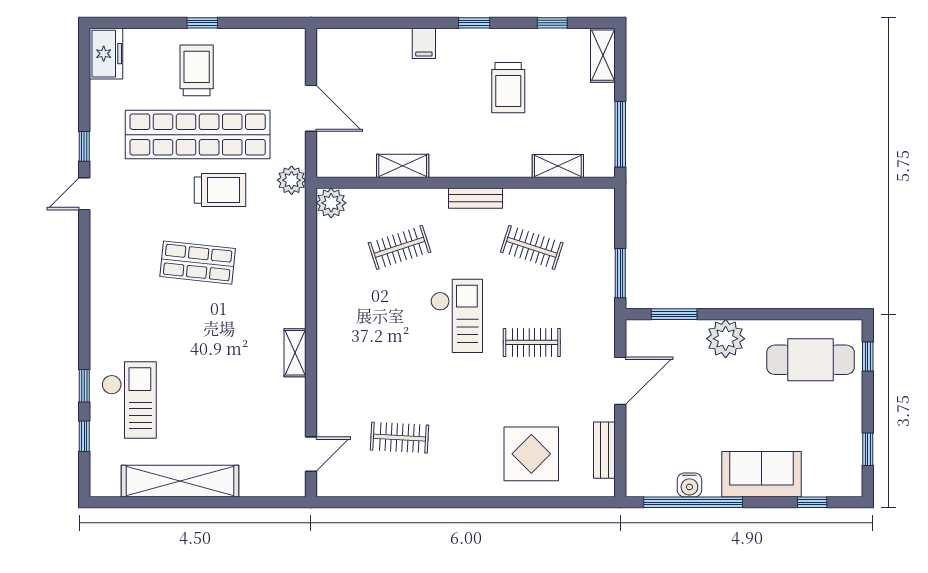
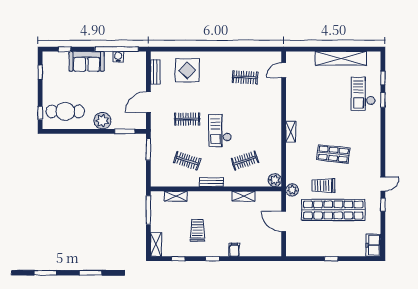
trolley: (197, 70) -> (334, 238), removed
shelving: (295, 353) -> (291, 132), moved

